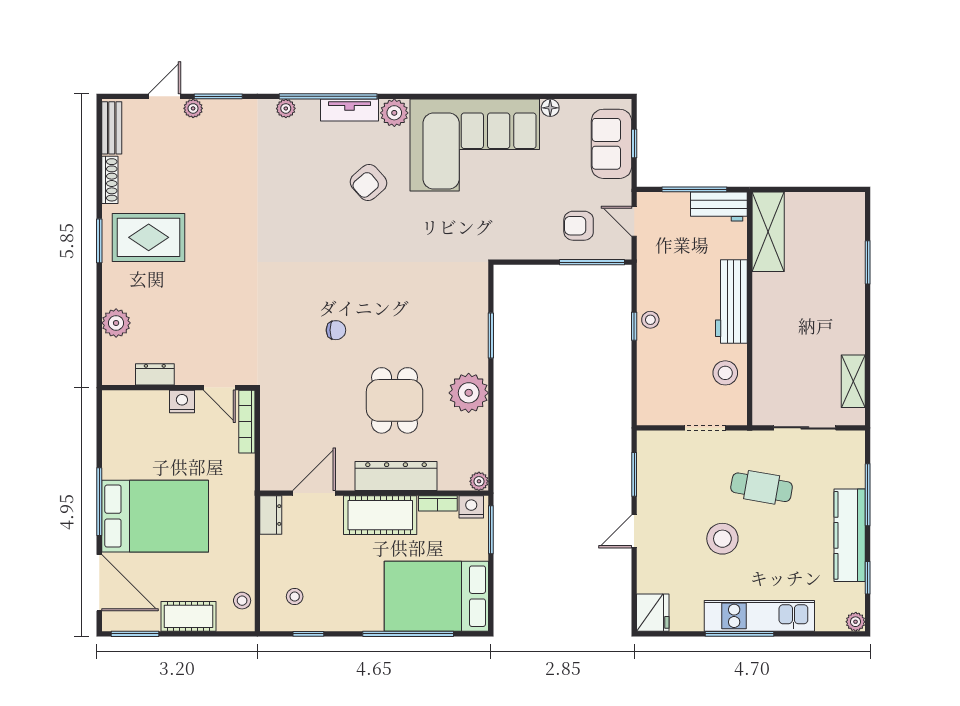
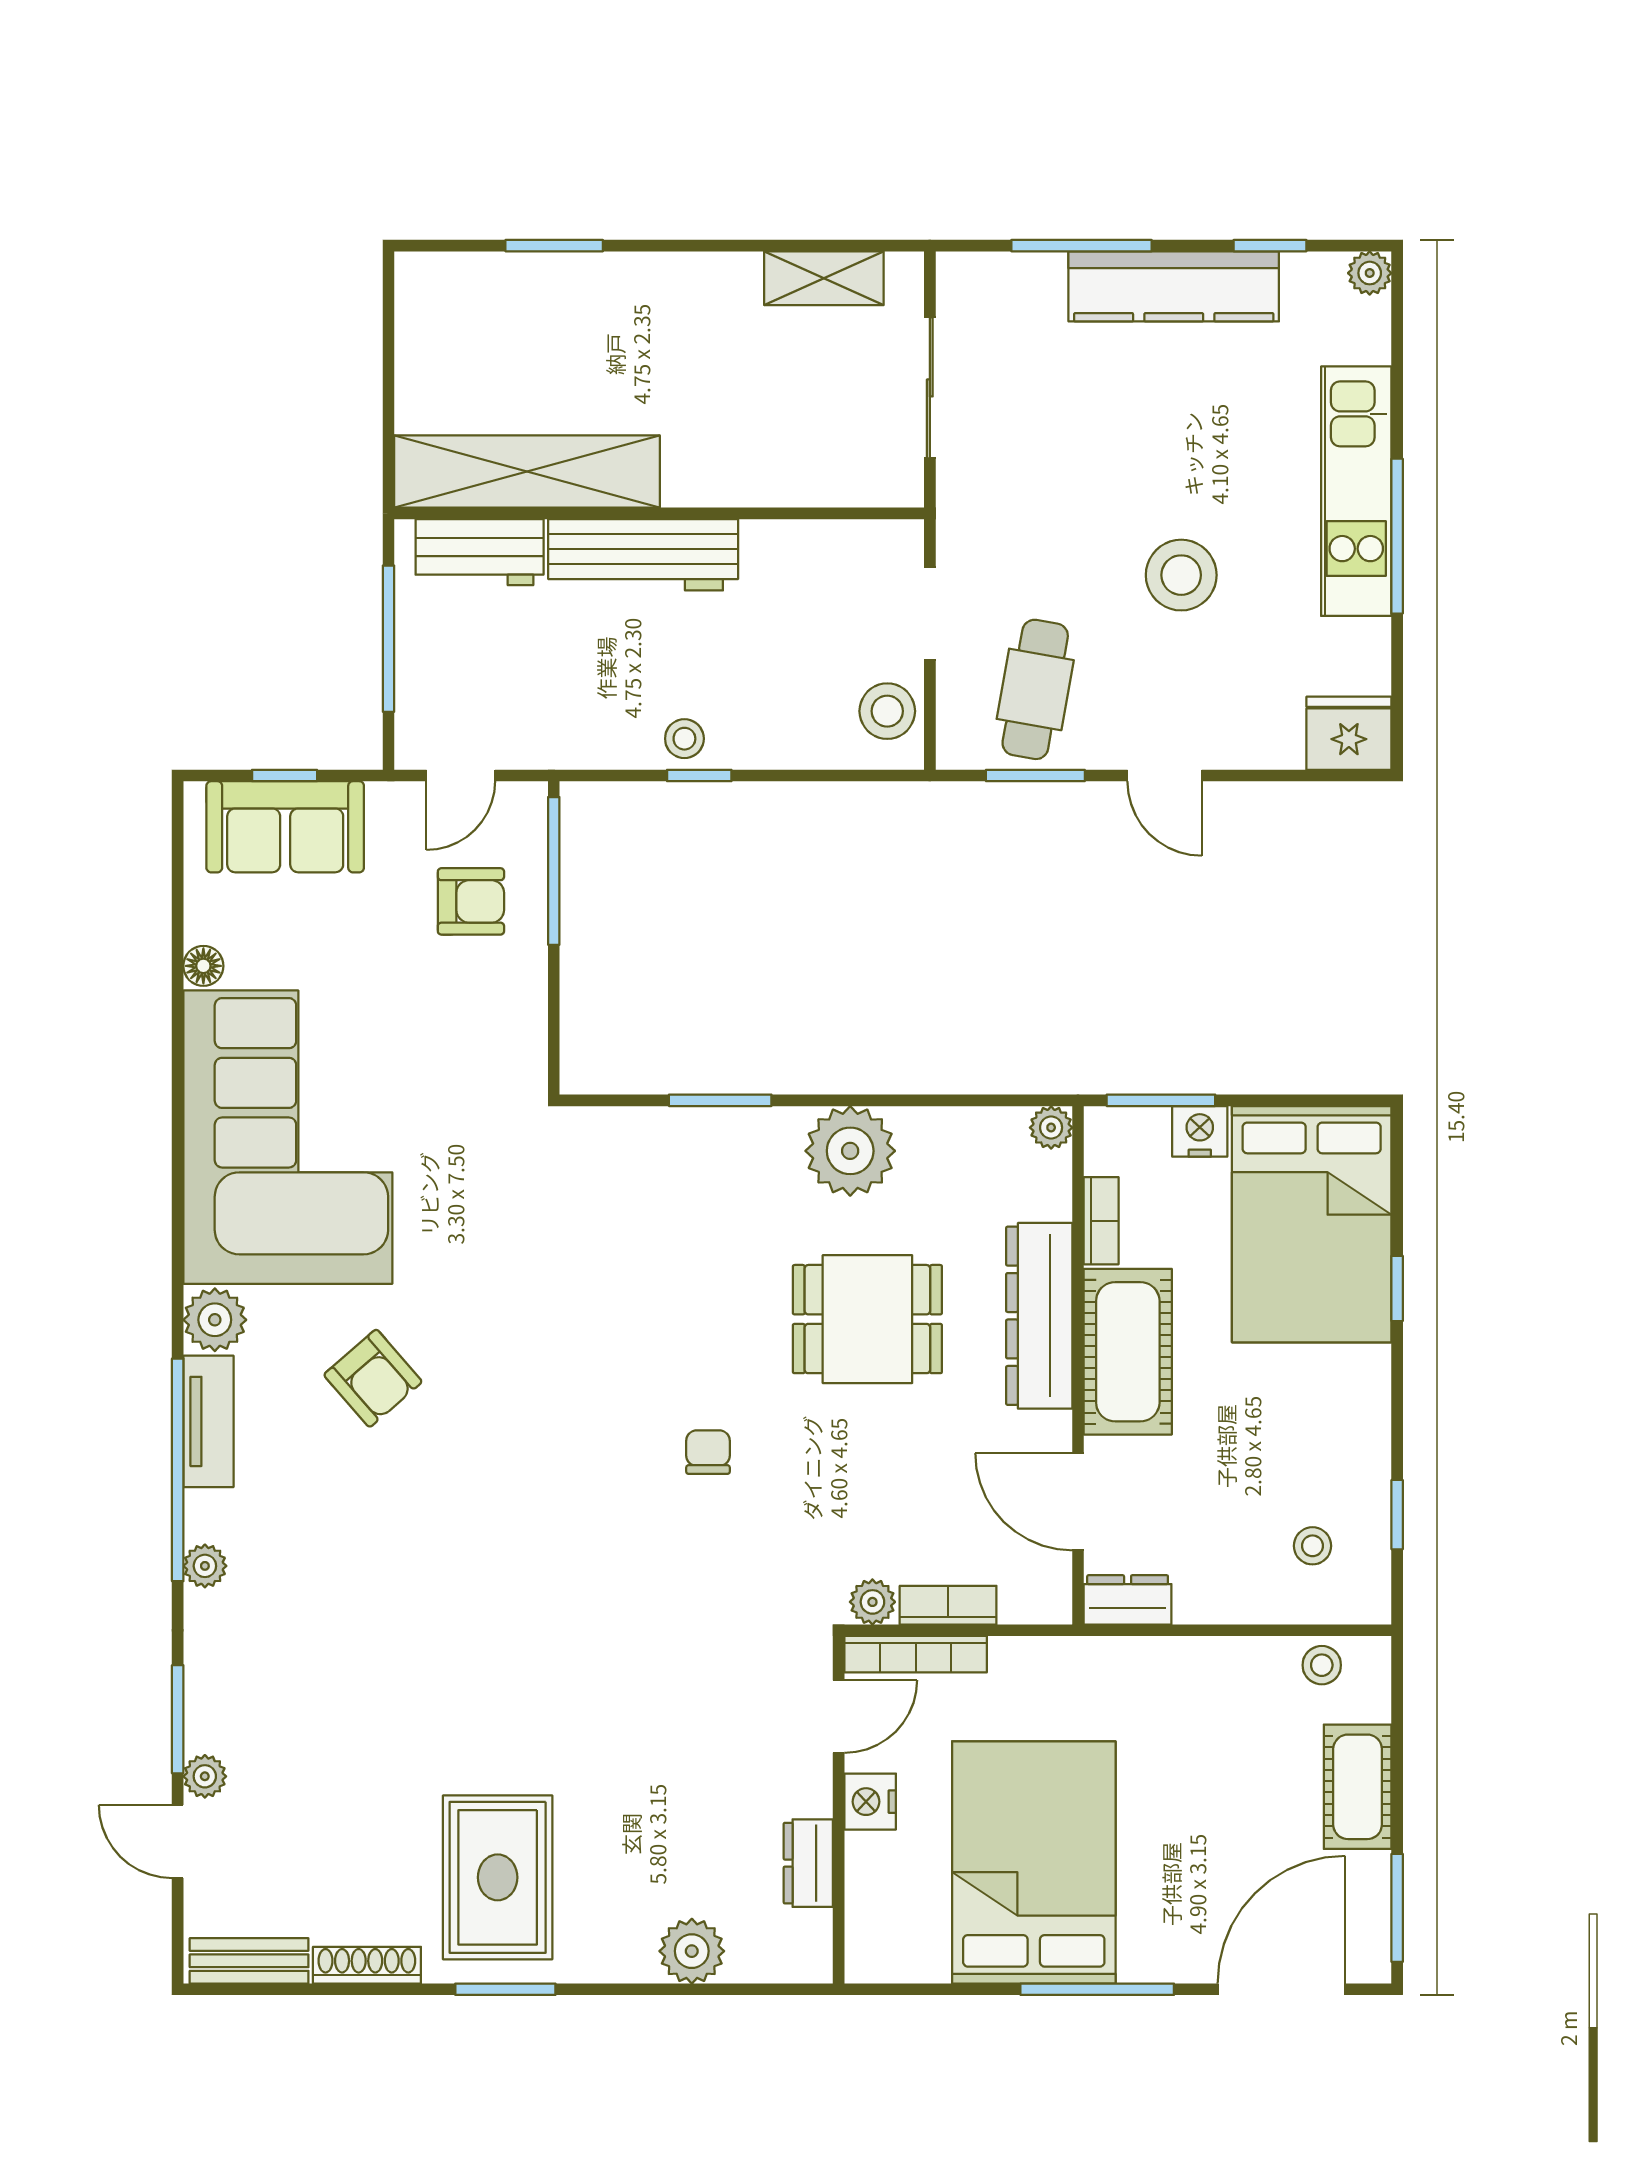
workbench: (719, 206) -> (480, 552), moved, turned 90
armchair: (579, 226) -> (471, 901), turned -90
shelving: (768, 232) -> (527, 471), width x1.47
stool: (725, 373) -> (887, 711), moved
plant: (270, 403) -> (872, 1602), added
bookcase: (268, 436) -> (948, 1605), added
cafe table: (762, 487) -> (1035, 689), moved
nightstand: (471, 507) -> (1200, 1131), moved, turned 90
bed: (155, 516) -> (1034, 1862), moved
window: (408, 634) -> (1397, 1288), width x0.32

